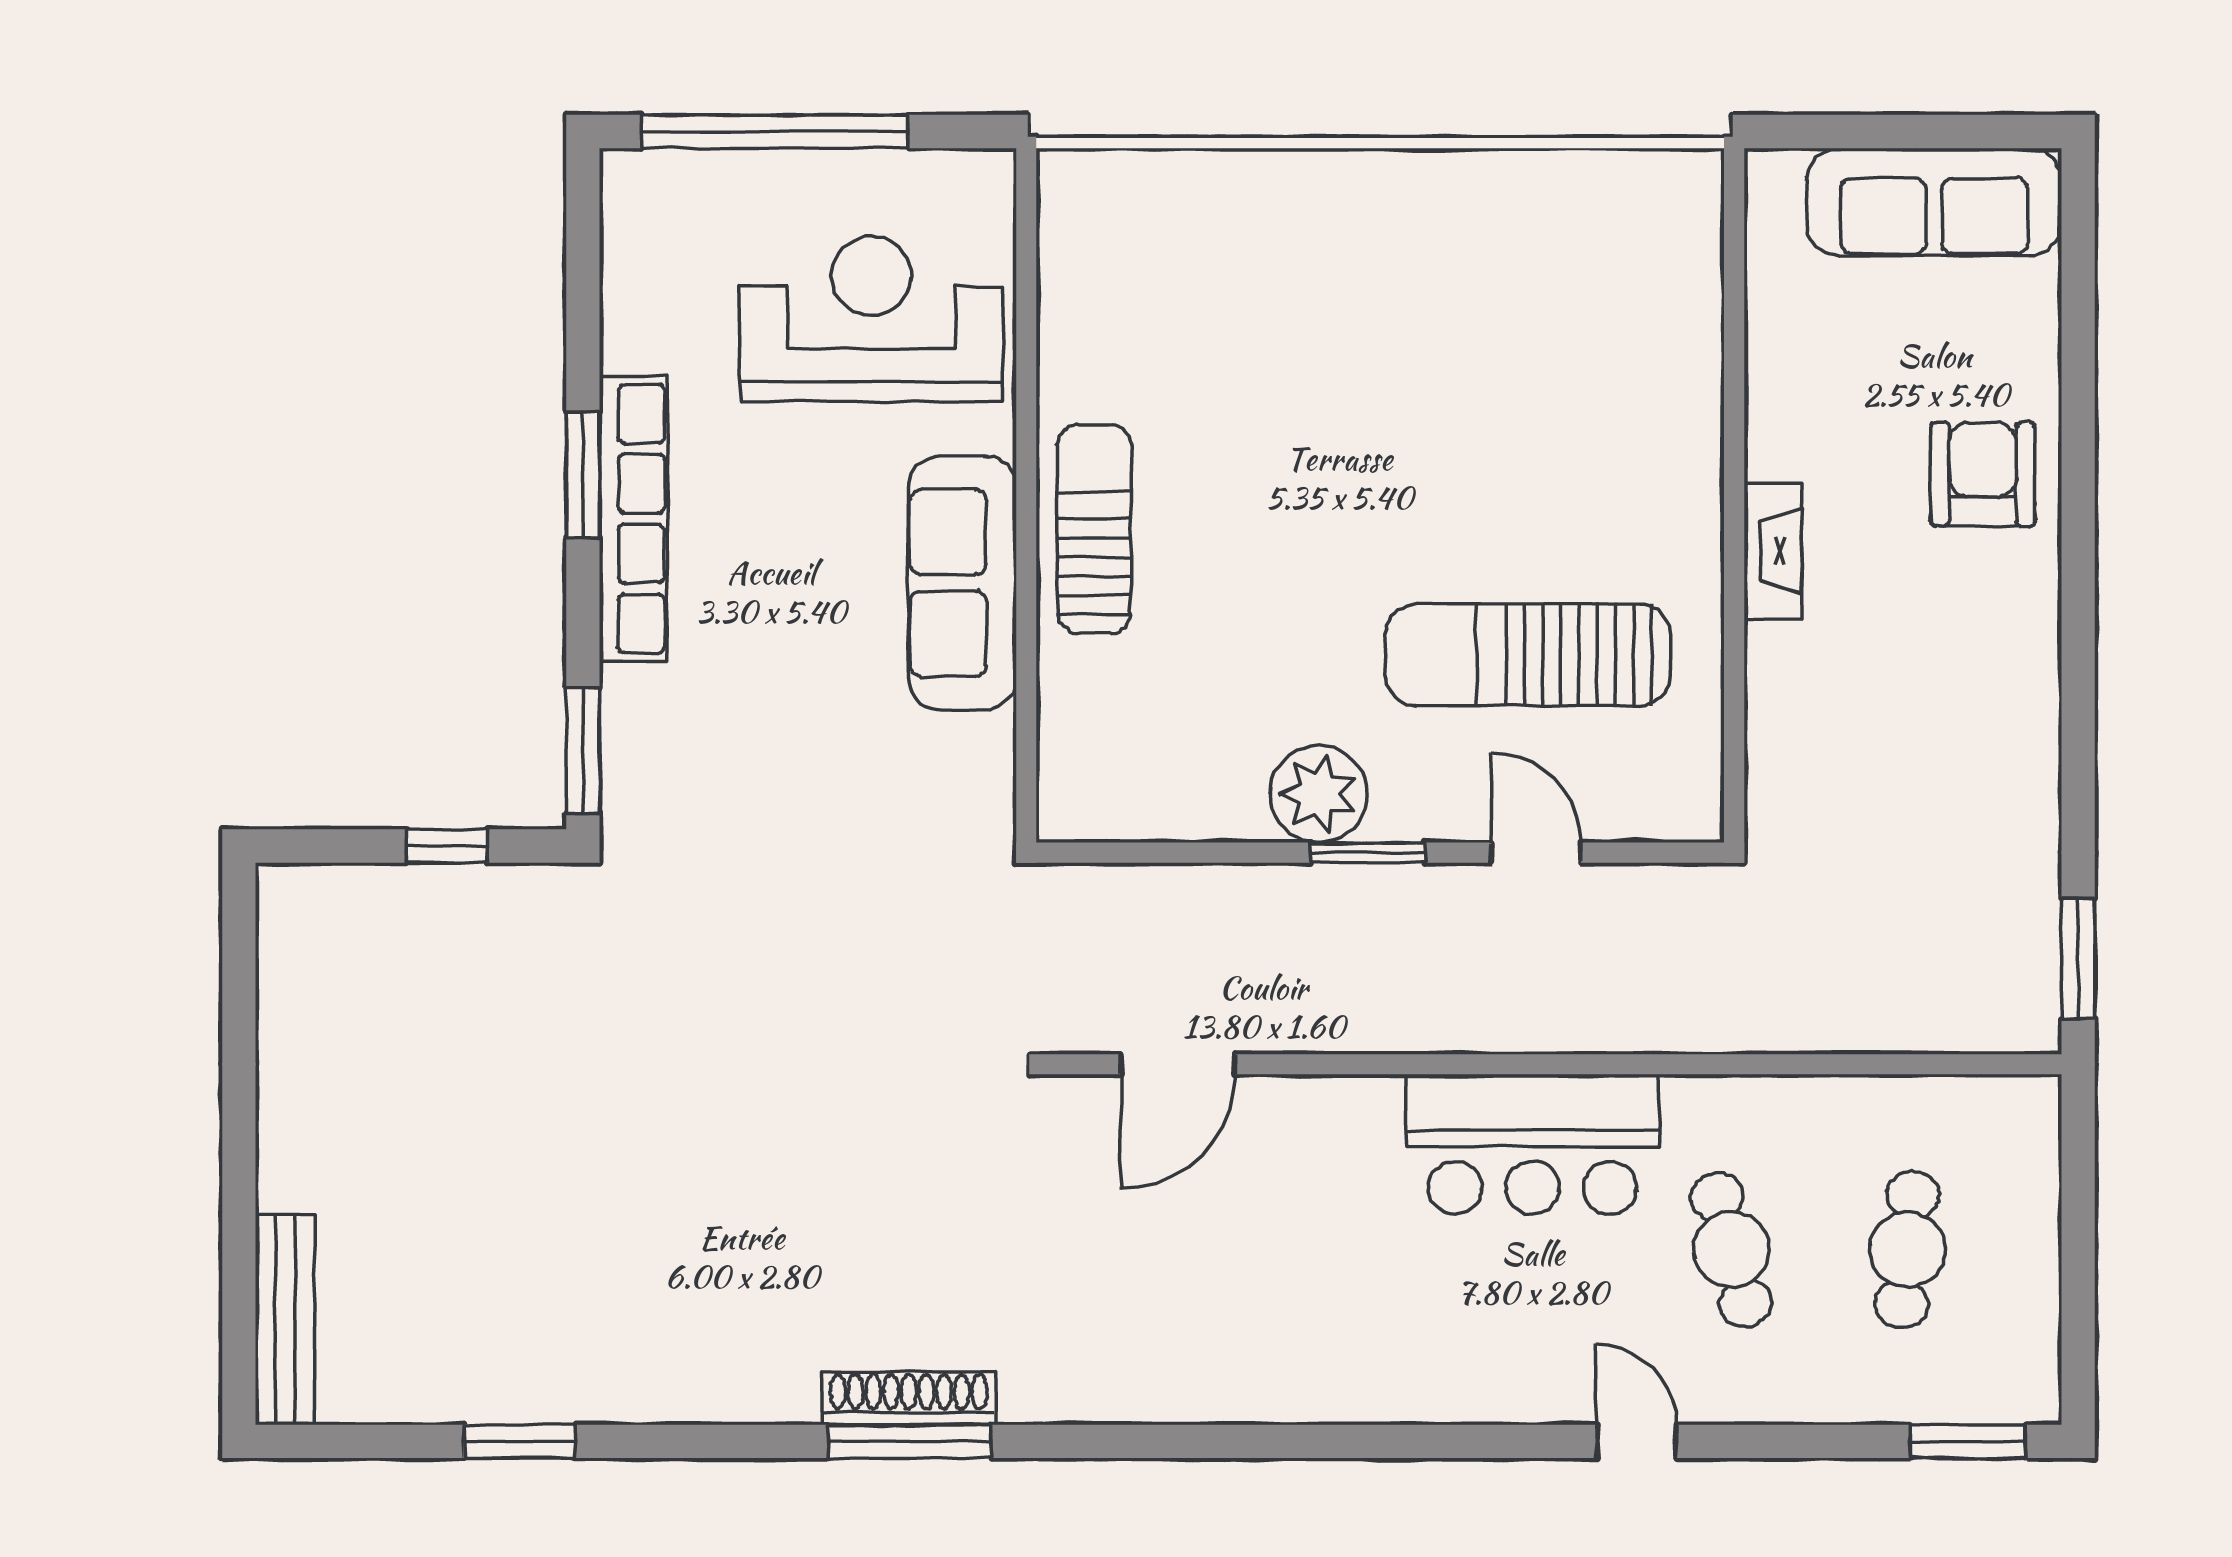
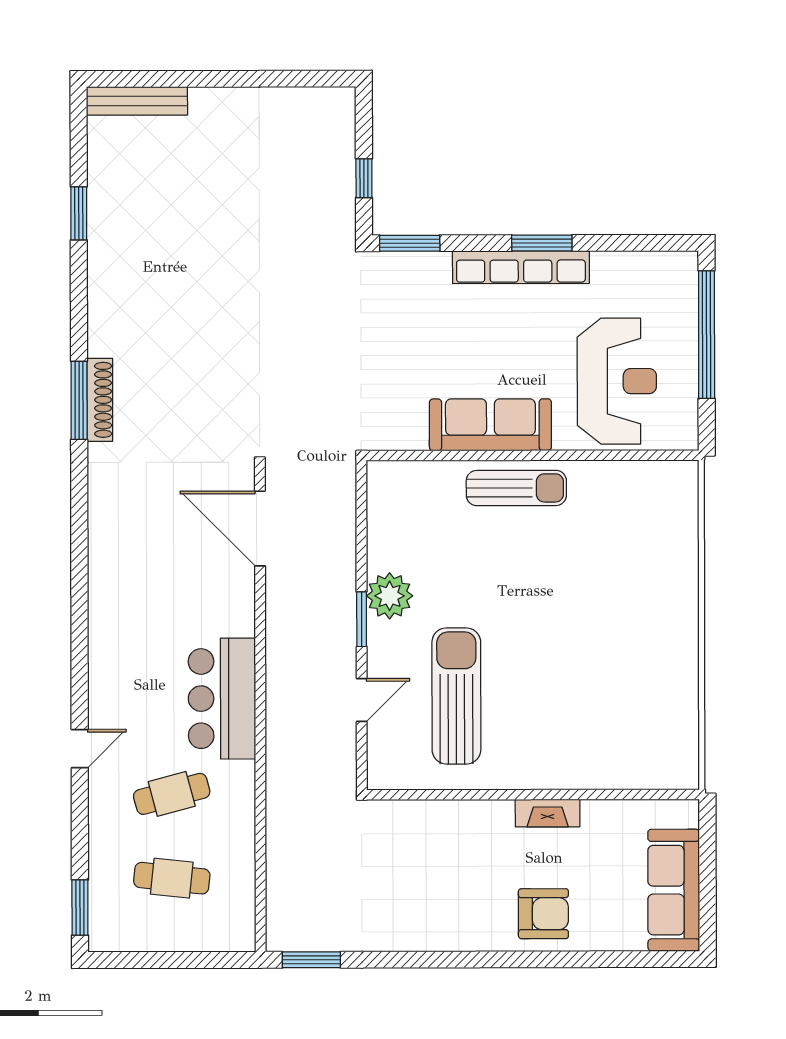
fireplace: (1773, 551) -> (548, 813), moved
door: (1178, 1064) -> (260, 529), width x1.36

